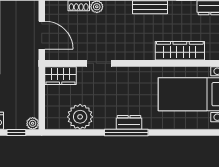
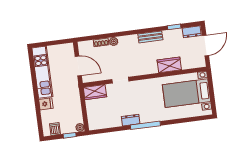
wardrobe: (180, 51) -> (169, 65), width x0.67
plant: (80, 117) -> (112, 119), removed
dresser: (129, 122) -> (131, 120), moved

